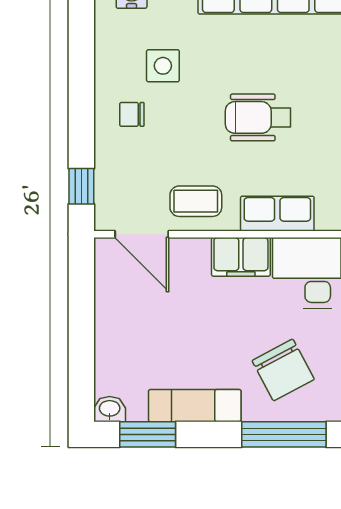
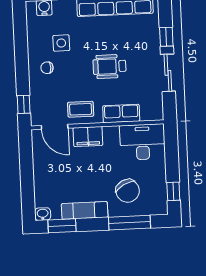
filing cabinet: (241, 257) -> (88, 137), moved

